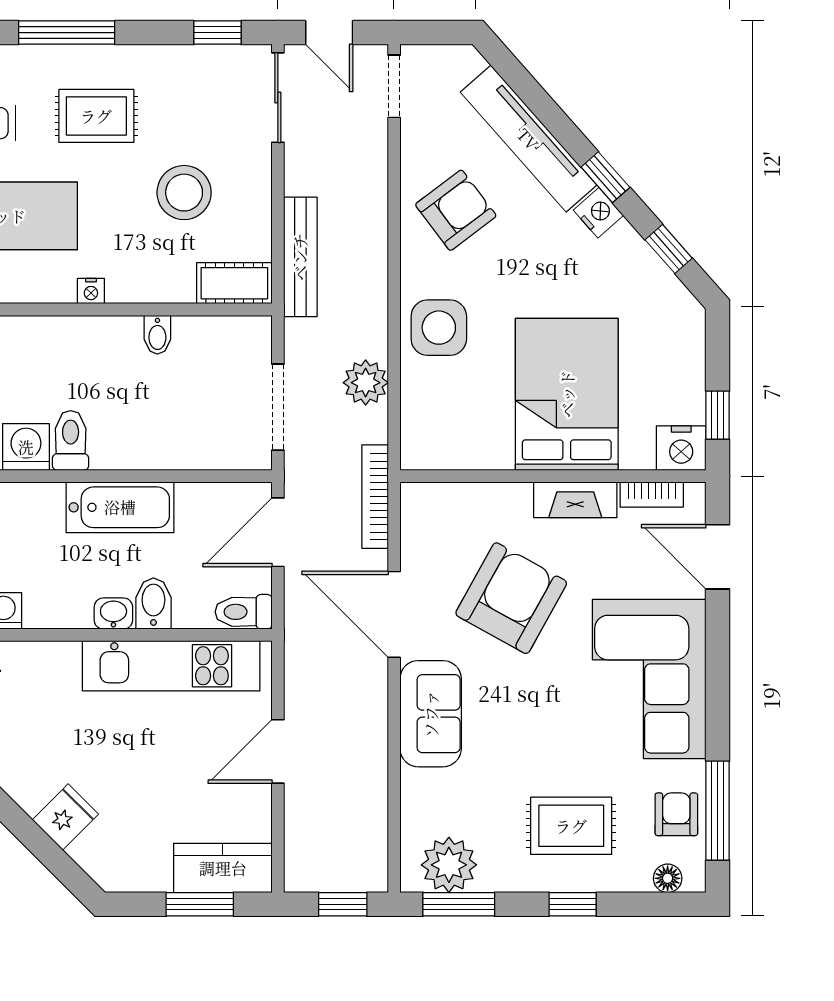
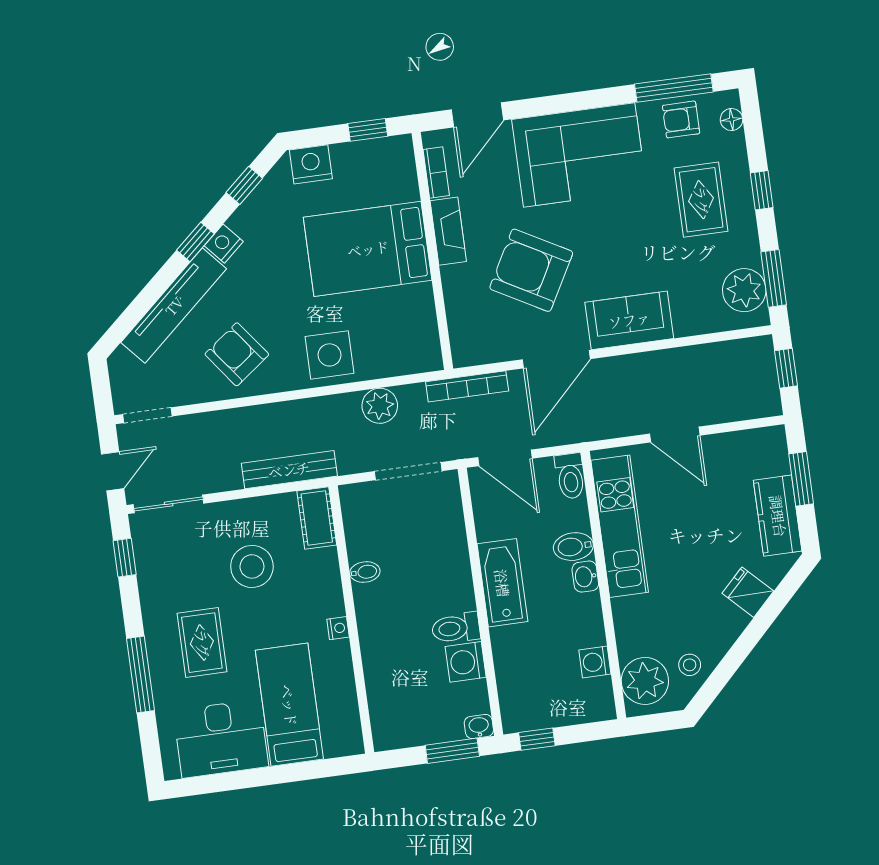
nightstand: (681, 448) -> (311, 164), moved, turned -90
kitchen counter: (223, 868) -> (778, 516), moved

